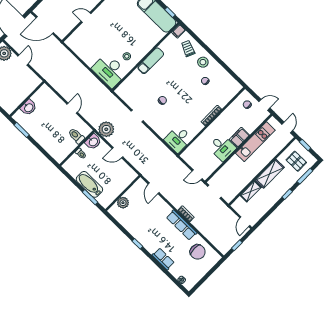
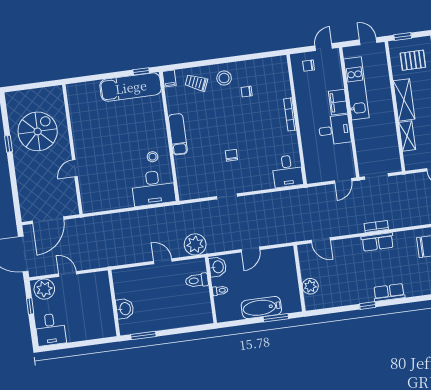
plant: (106, 129) -> (195, 244), moved
row of seats: (182, 225) -> (378, 242), width x0.68
row of seats: (163, 259) -> (389, 292), moved

